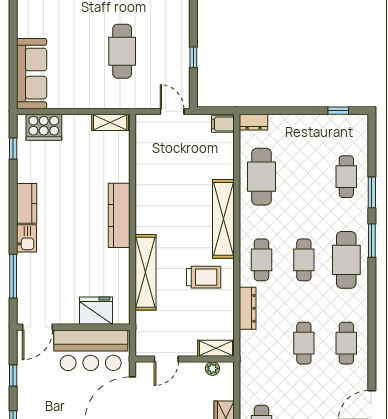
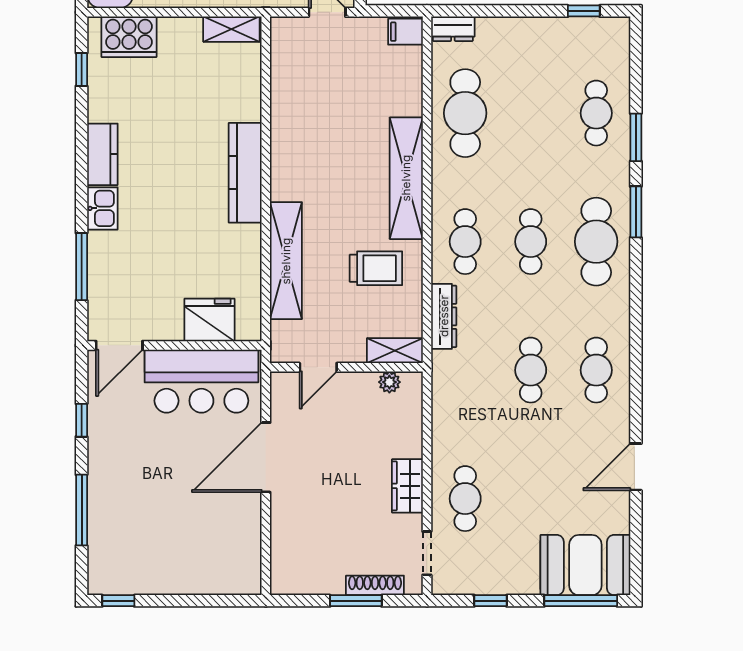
shelving: (216, 348) -> (395, 351), moved
door: (166, 359) -> (318, 367), moved
wall: (185, 359) -> (346, 367), moved
plant: (212, 369) -> (389, 382), moved

